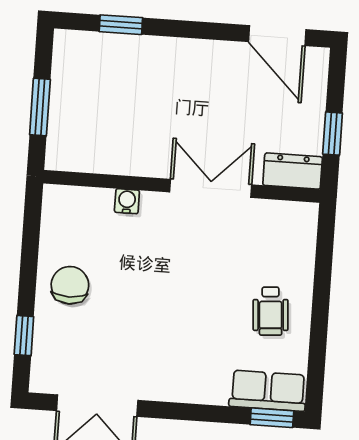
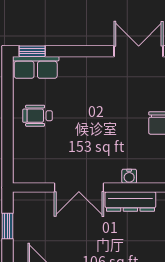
dresser: (293, 171) -> (130, 202), moved, width x1.44
wheelchair: (271, 311) -> (37, 116), turned -86

